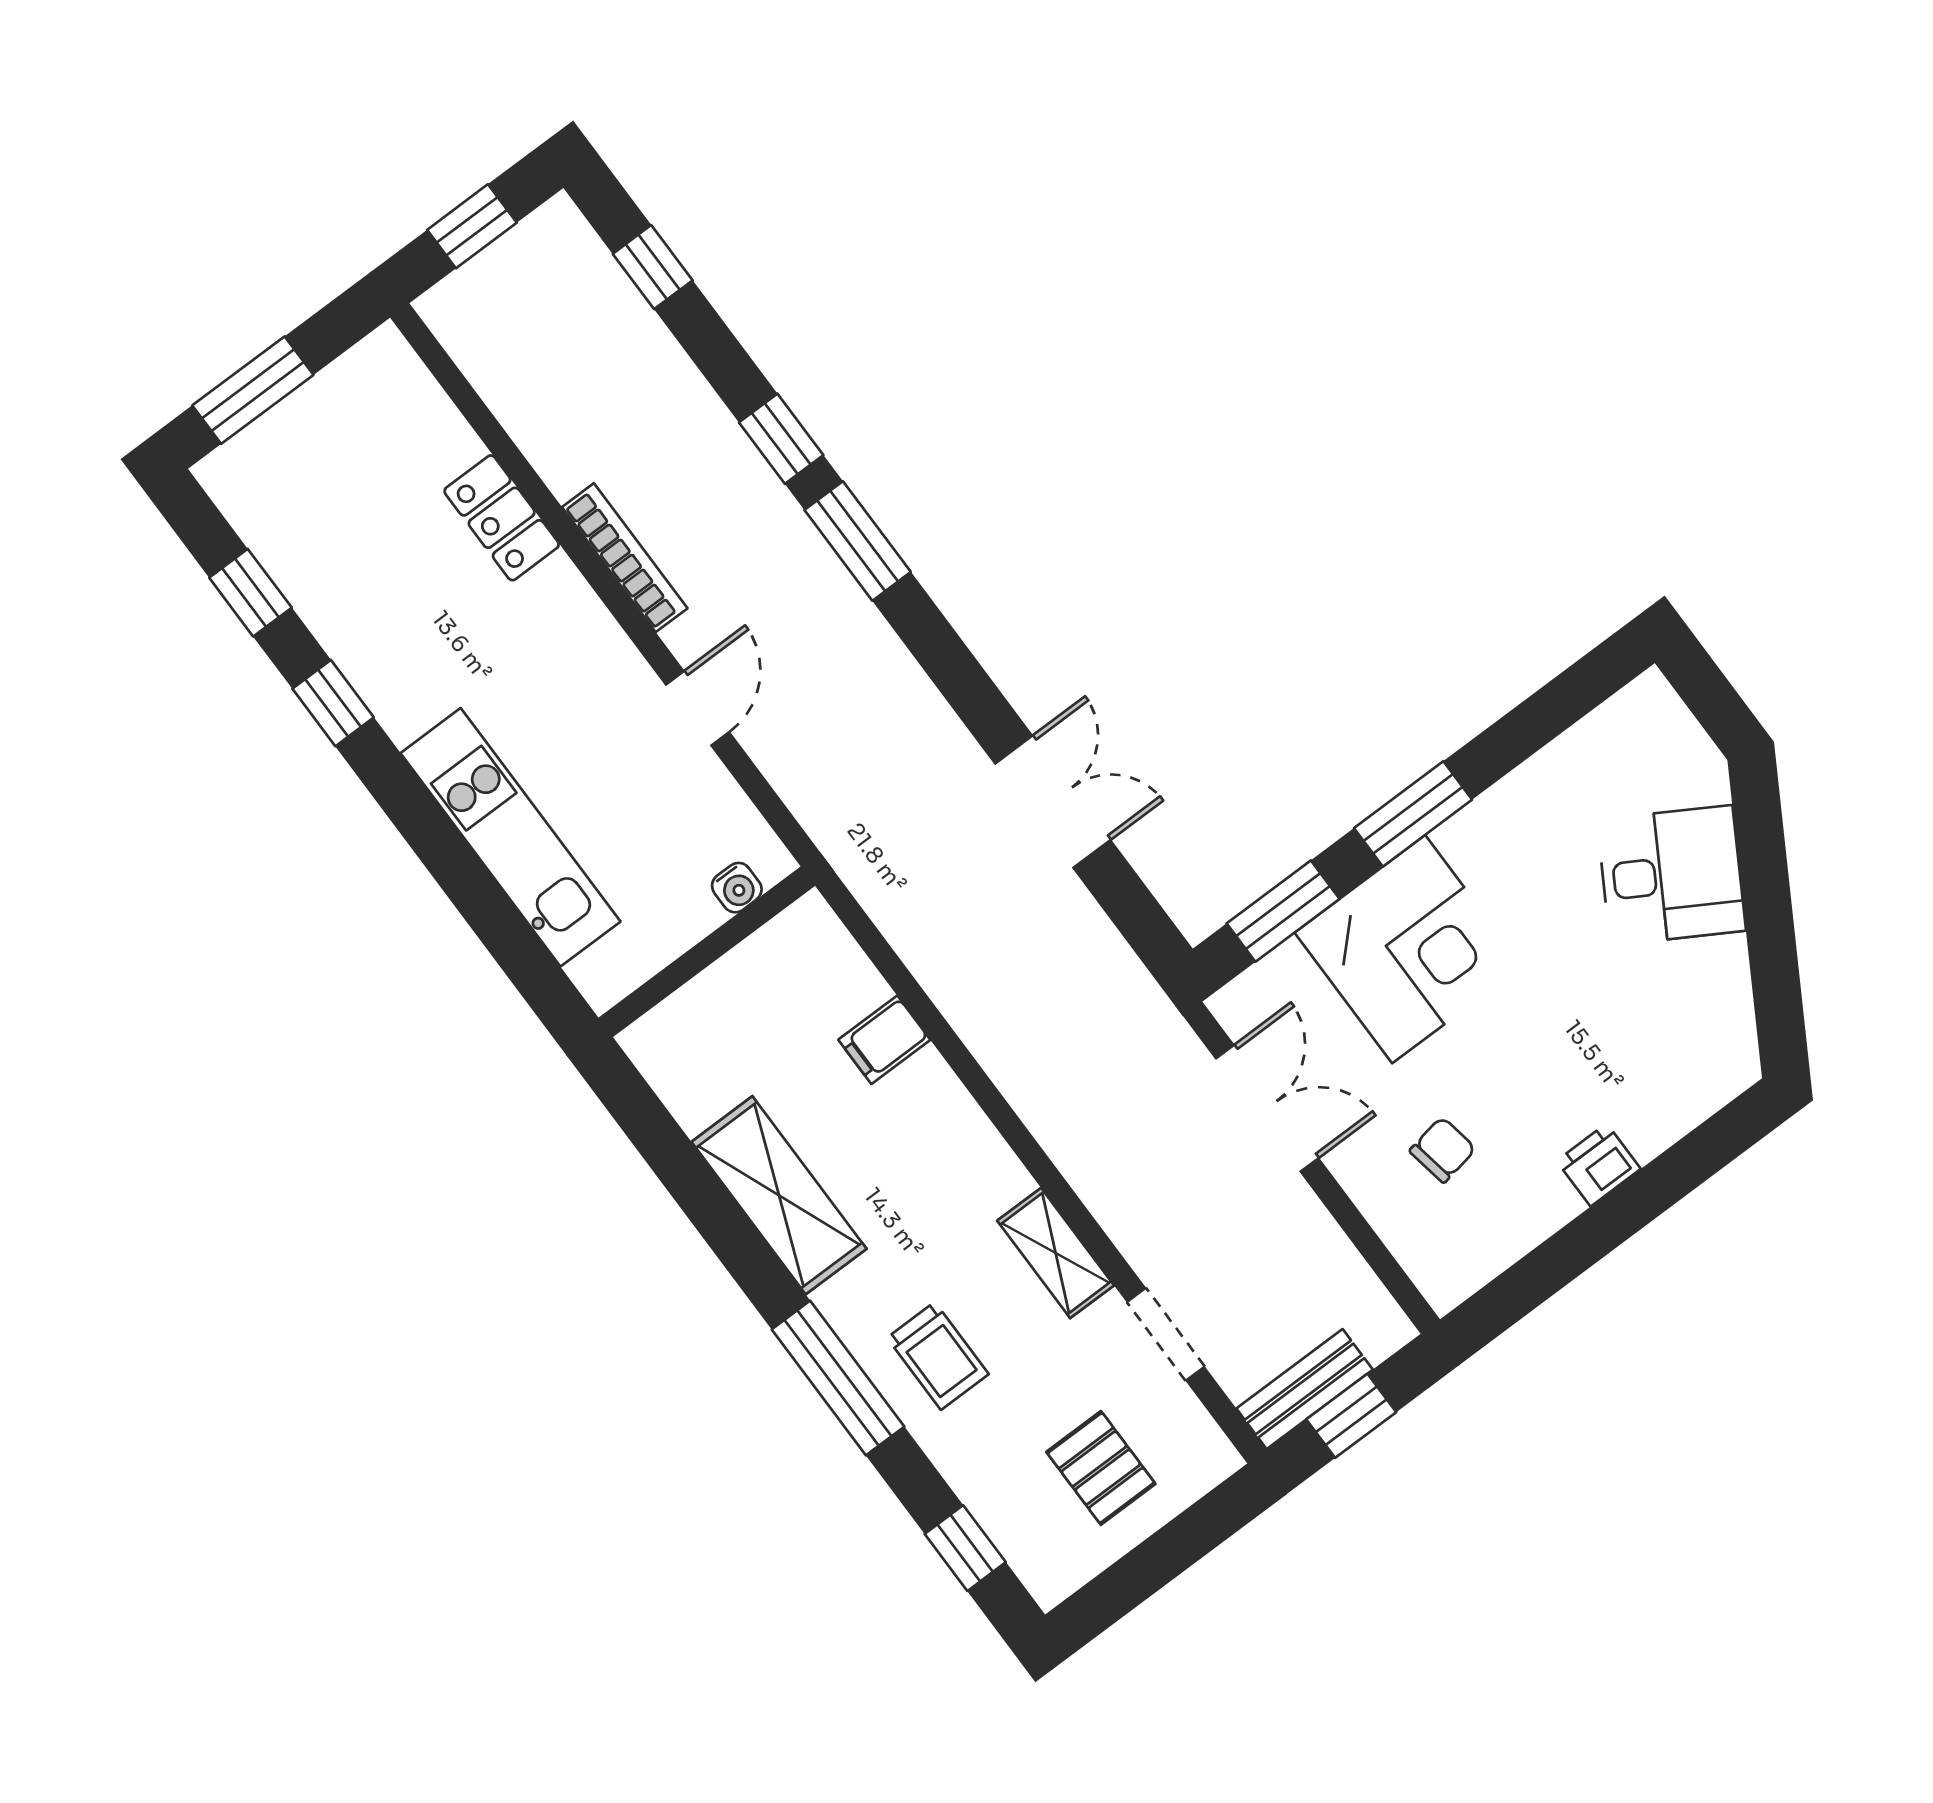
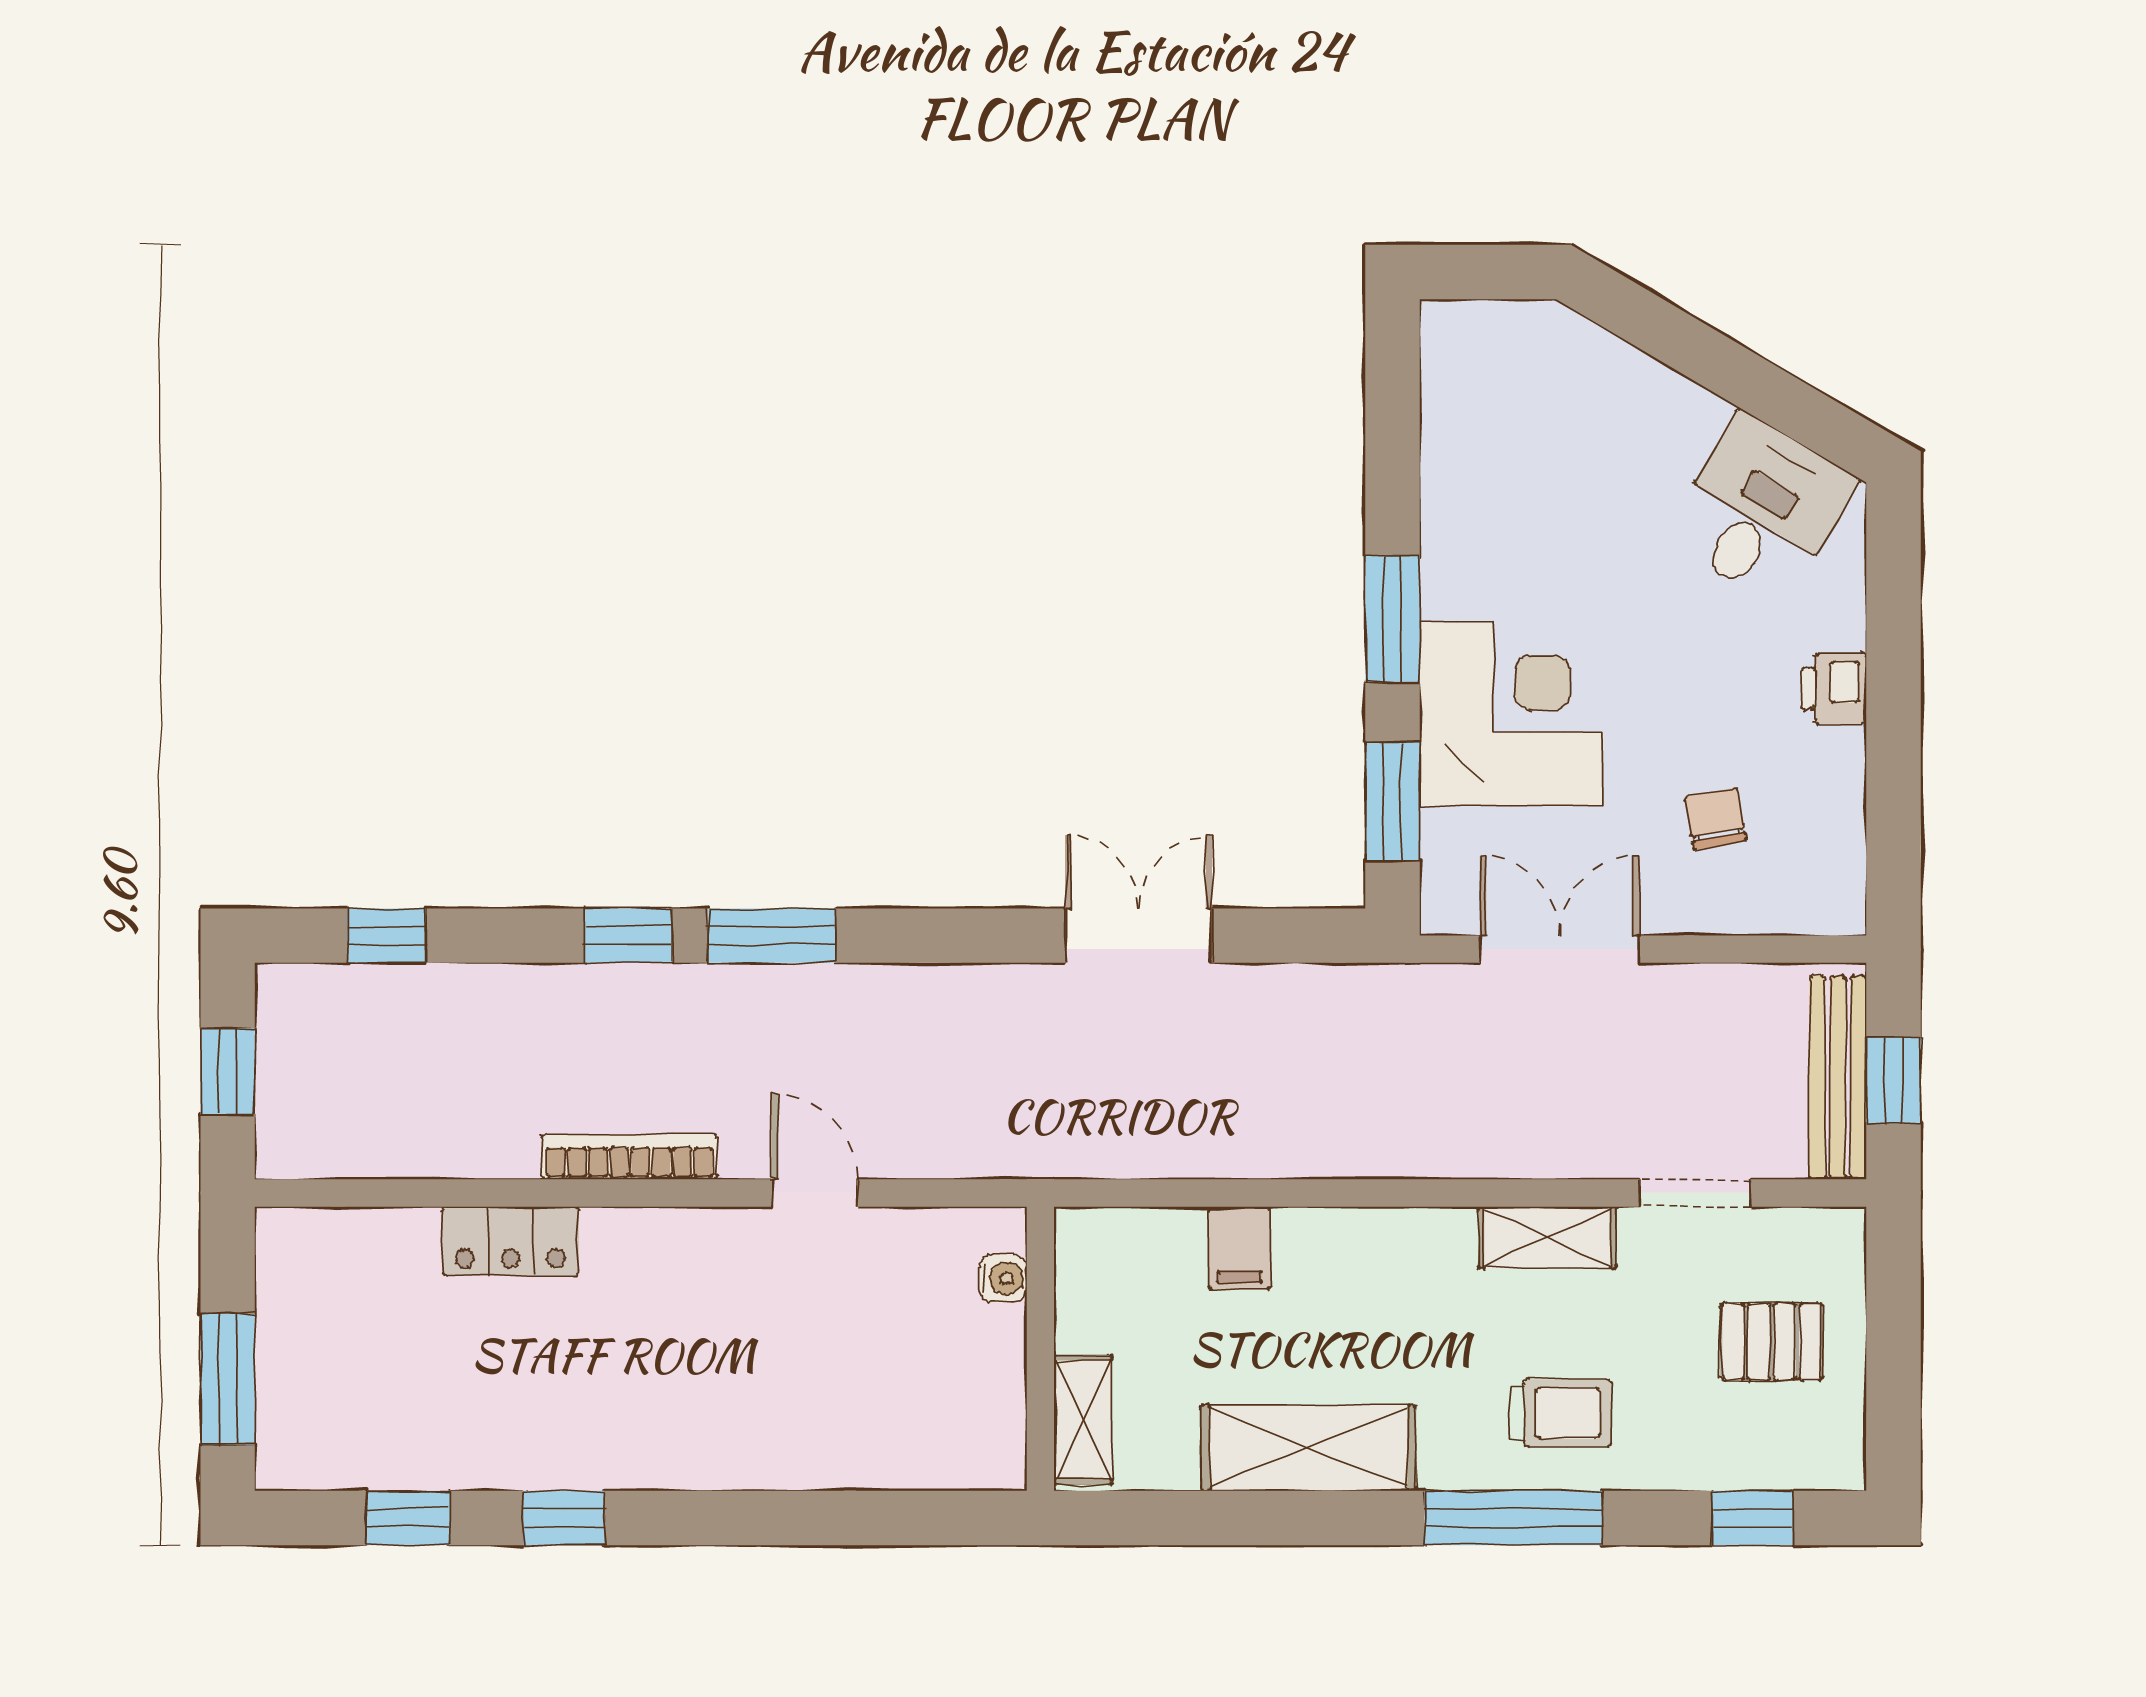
kitchen unit: (510, 837) -> (805, 1449), removed
desk: (1671, 875) -> (1761, 509), moved
shelving: (679, 1020) -> (1083, 1420), added
bench: (1305, 1389) -> (1838, 1078), width x1.36

